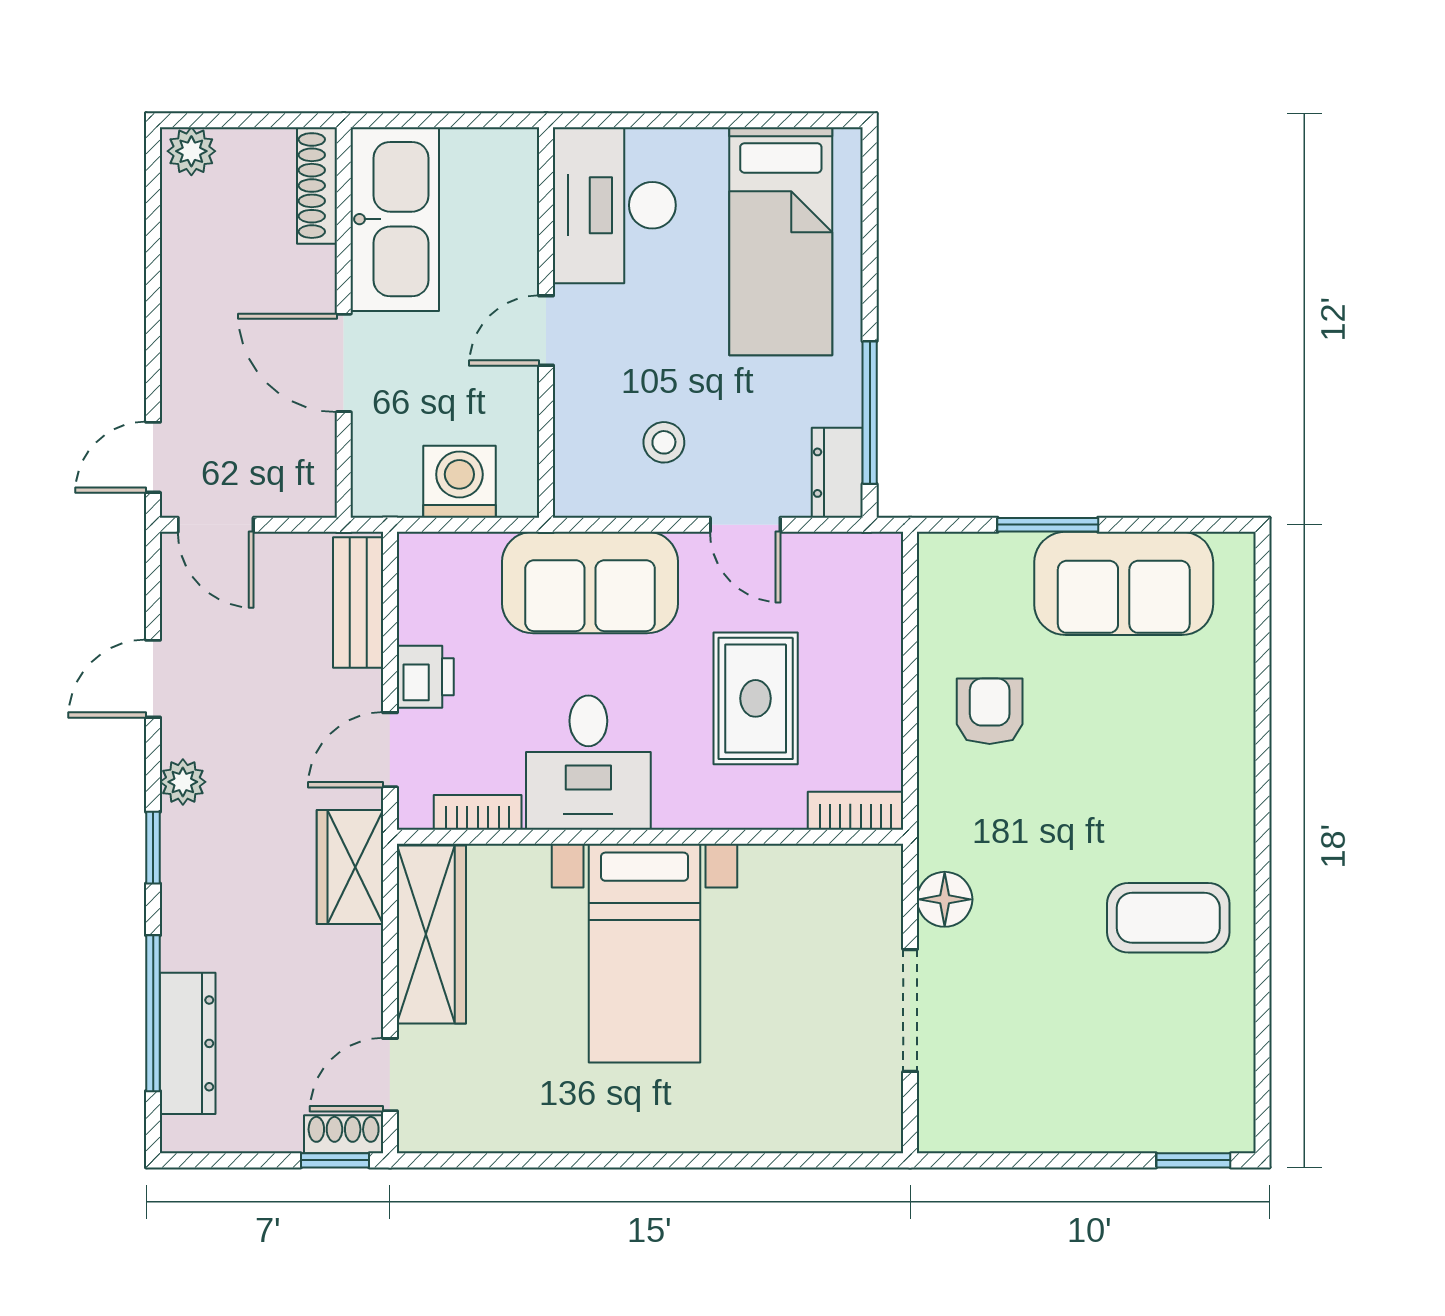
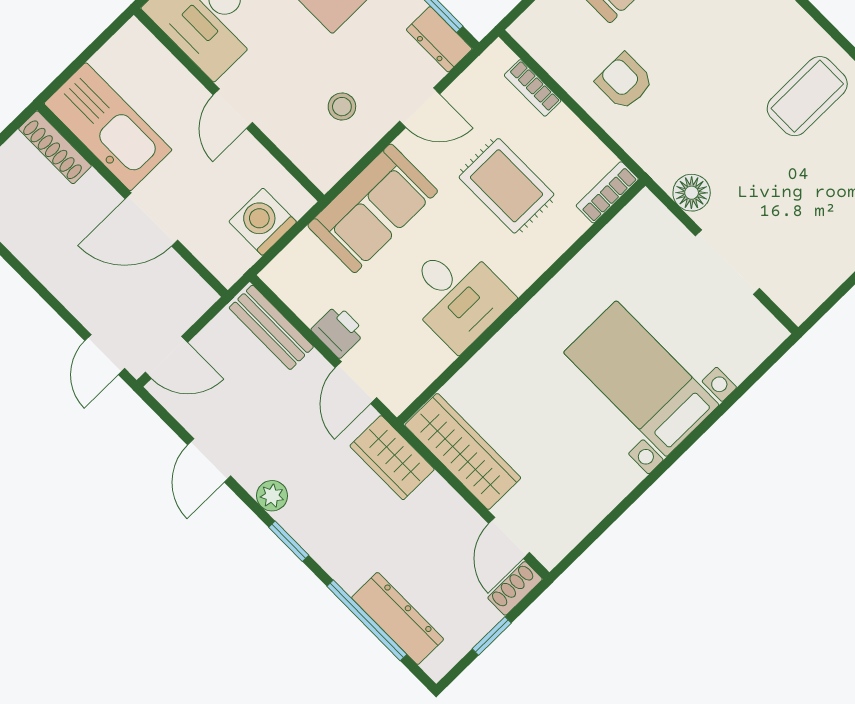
bookcase: (478, 812) -> (533, 88), moved, turned -90
bed with nightstands: (644, 953) -> (641, 379), moved, turned 180
window: (335, 1160) -> (492, 636), moved

